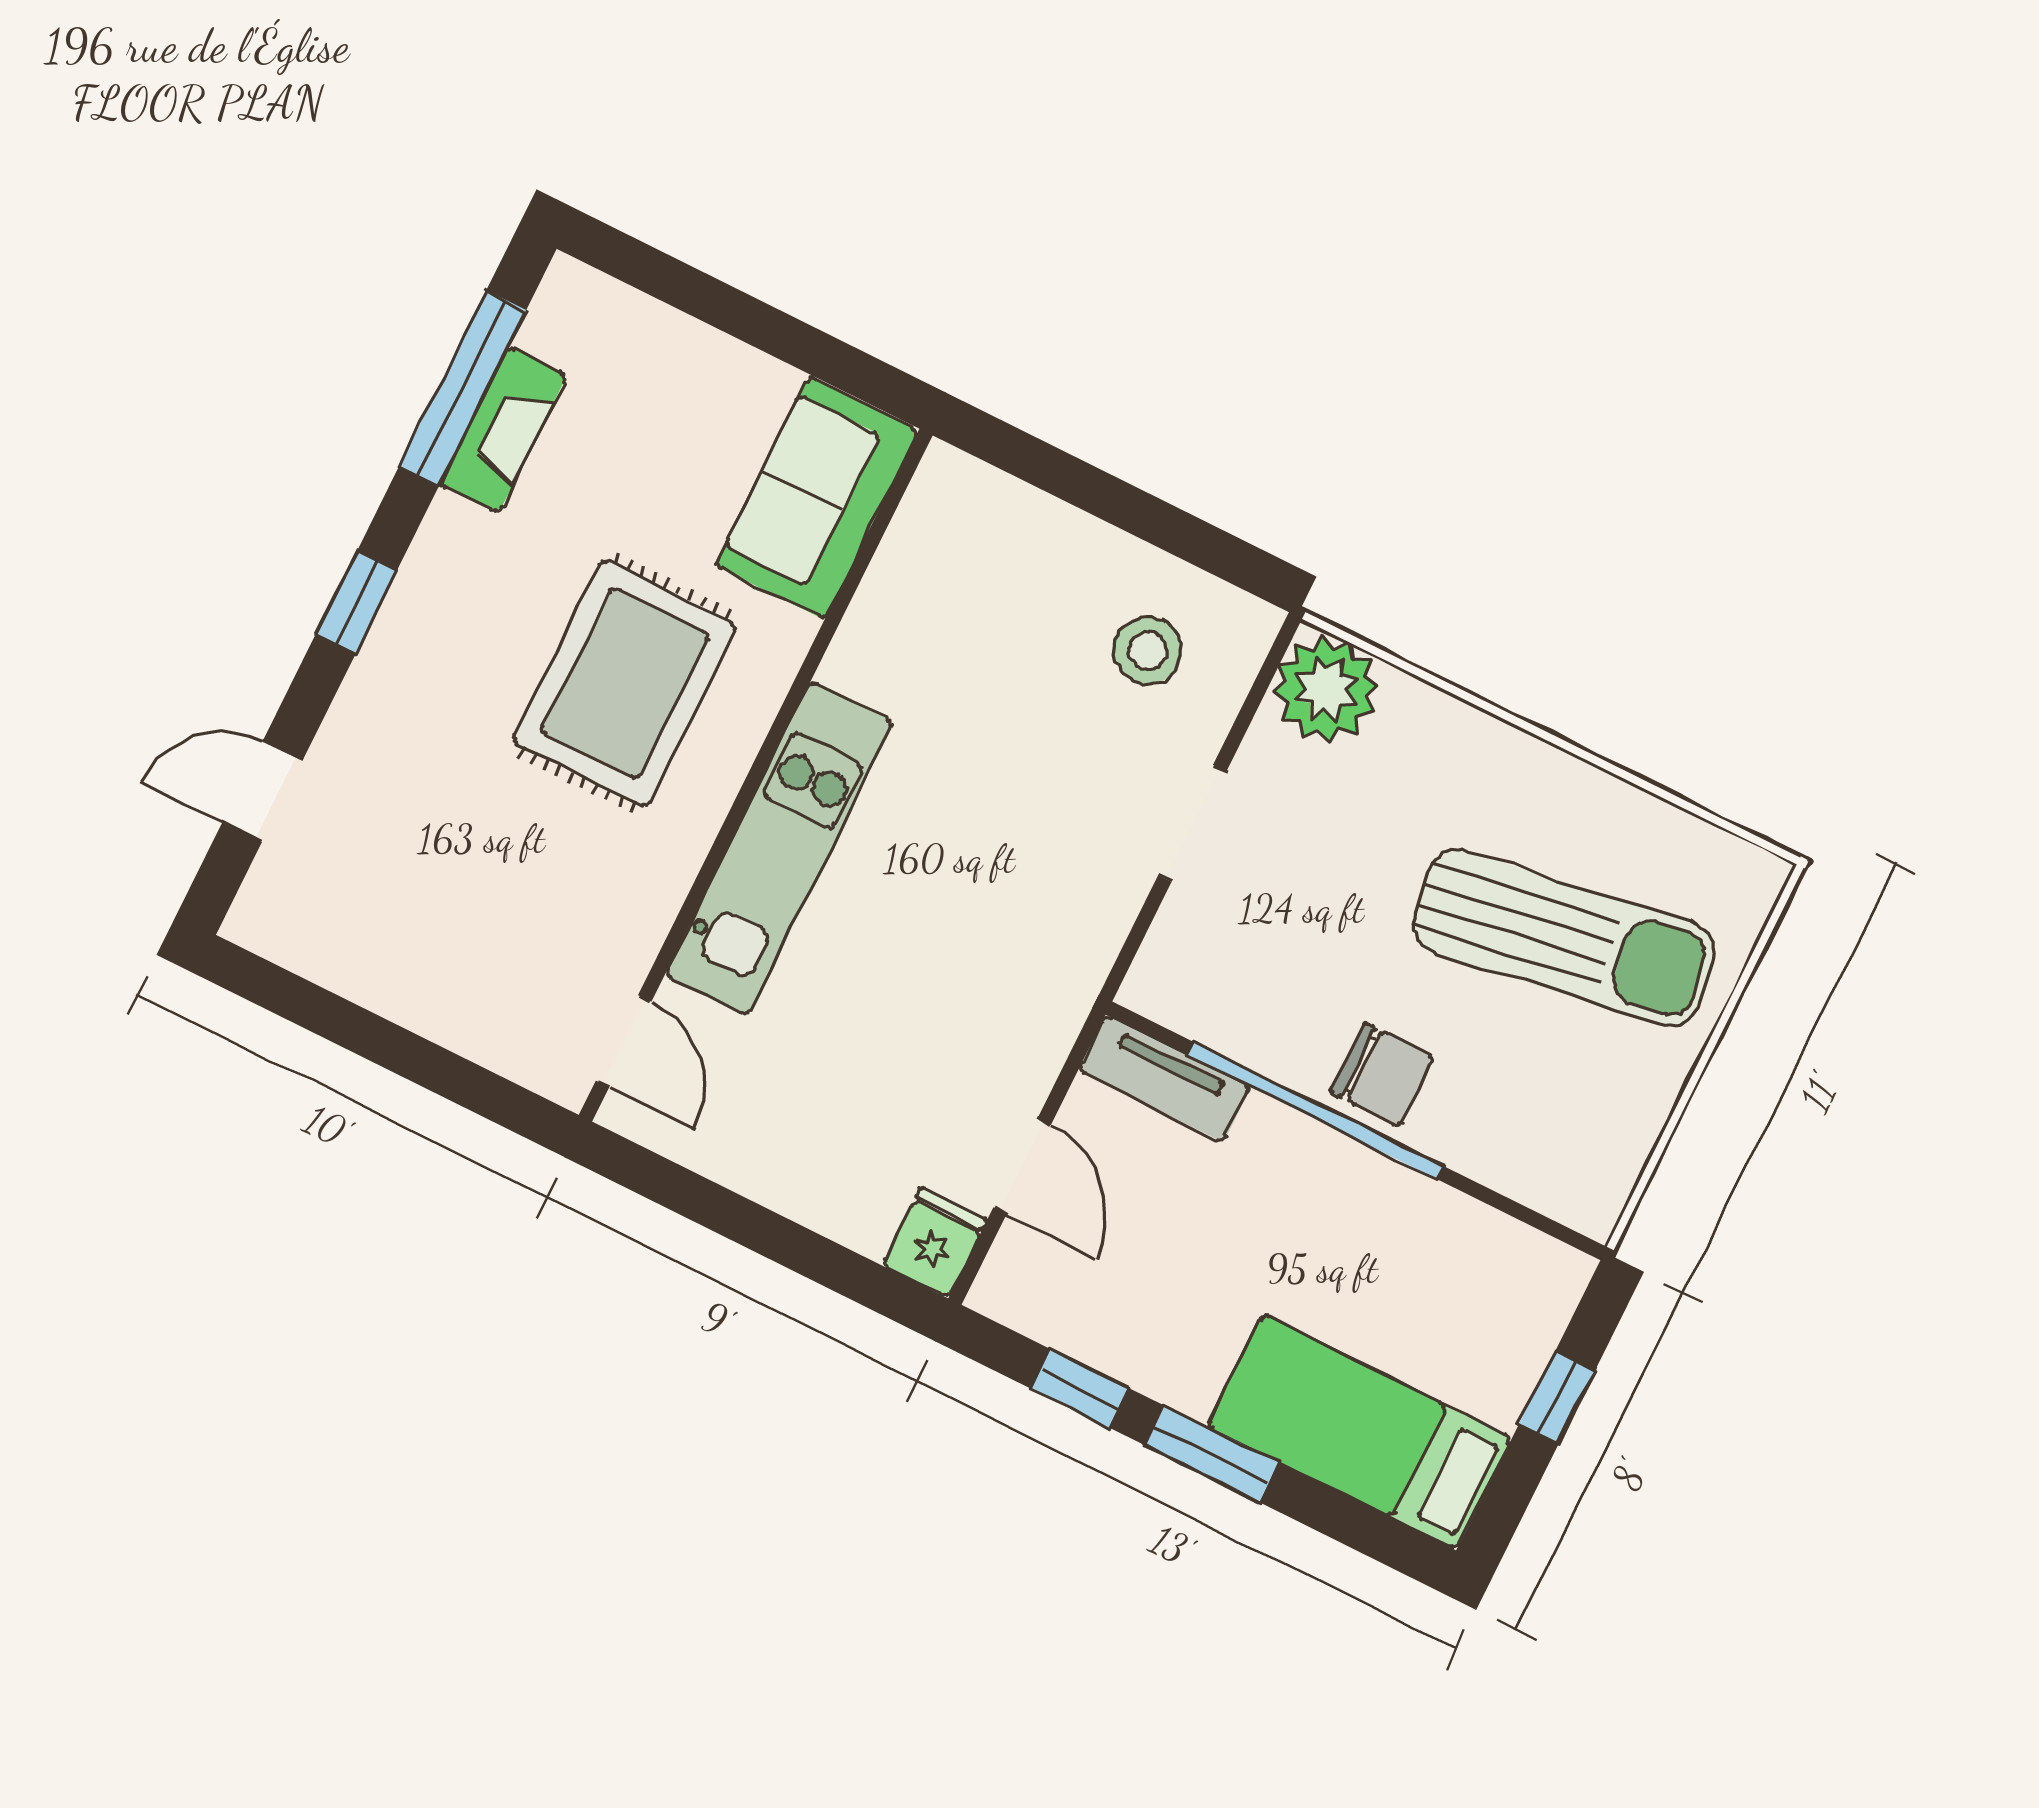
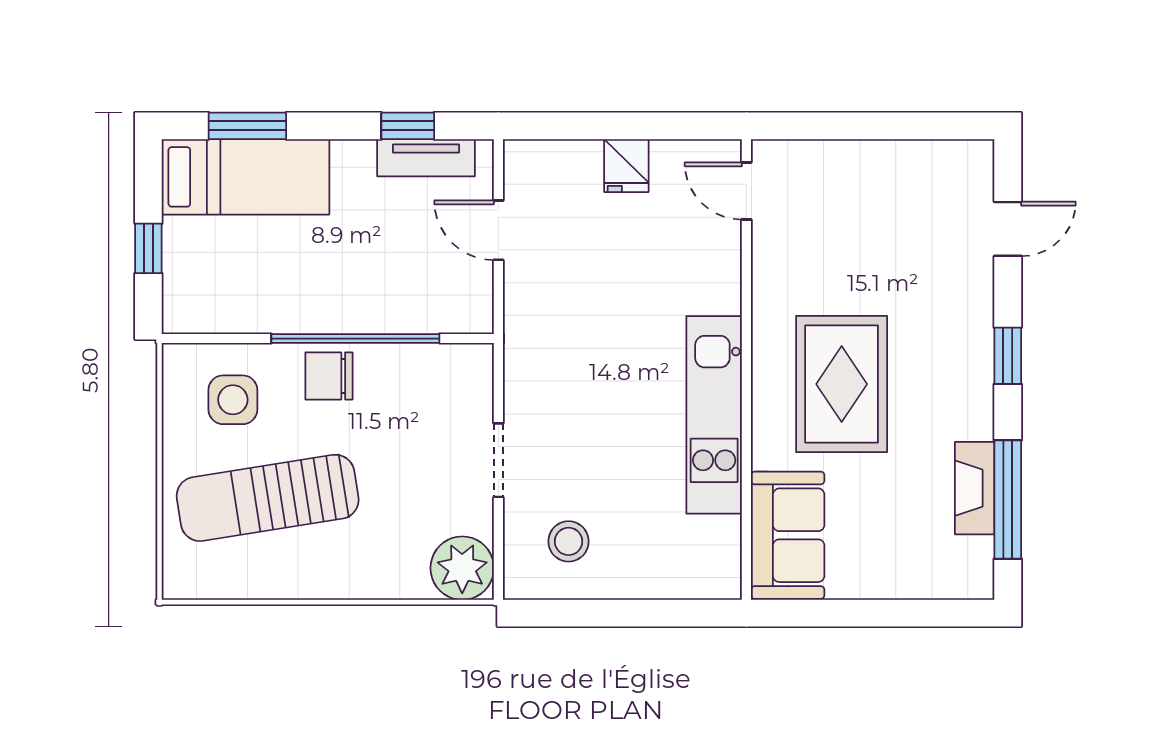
kitchen unit: (779, 848) -> (714, 415), moved
tv unit: (1164, 1078) -> (426, 158), moved, turned 180
side table: (1543, 1110) -> (233, 400), added
fridge: (935, 1242) -> (626, 166), moved
window: (1212, 1454) -> (247, 126), moved

